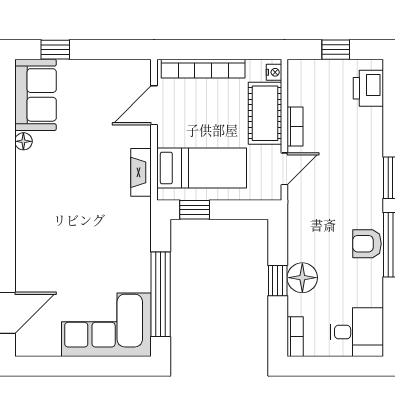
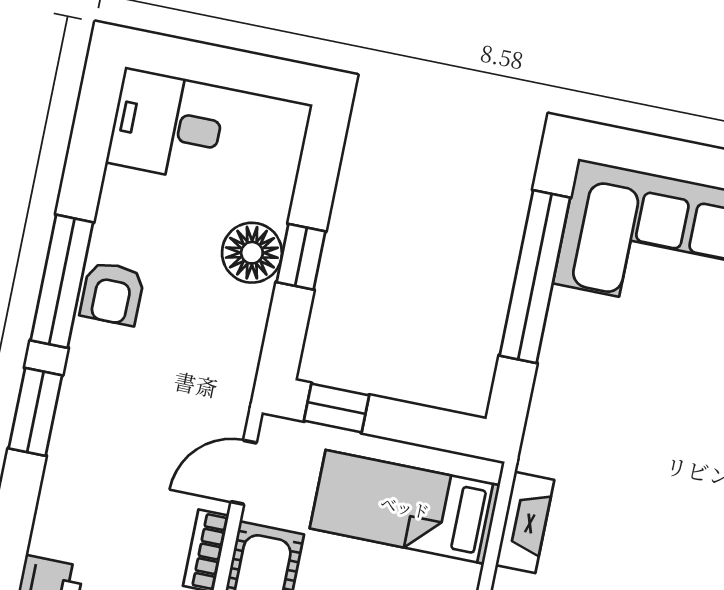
window: (195, 210) -> (336, 408), moved
armchair: (367, 244) -> (112, 293), turned 90
bookcase: (295, 337) -> (289, 140), removed

